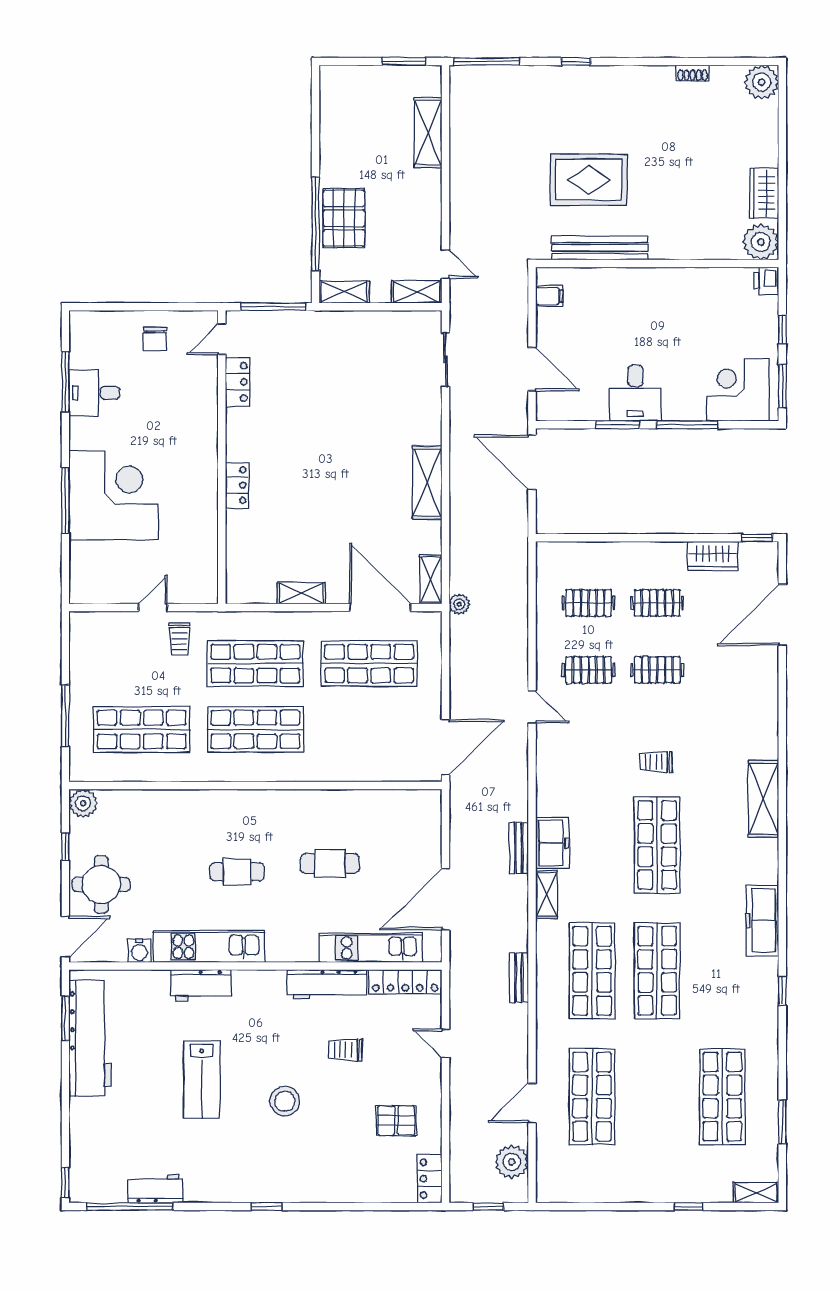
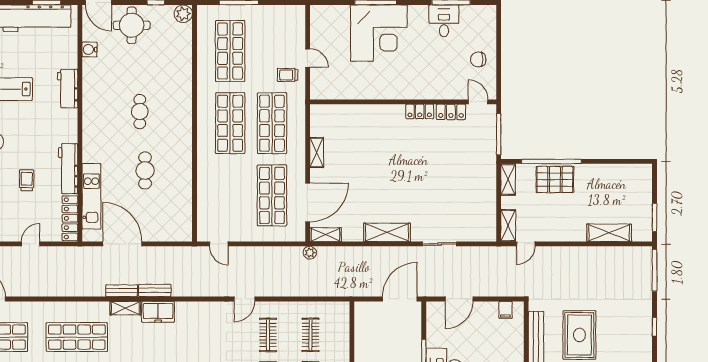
sliding door: (445, 360) -> (440, 244), moved
locker: (237, 485) -> (420, 111), moved
door: (445, 747) -> (219, 244), width x0.53
kitchen unit: (209, 947) -> (92, 94), removed
bench: (519, 978) -> (122, 291), moved

